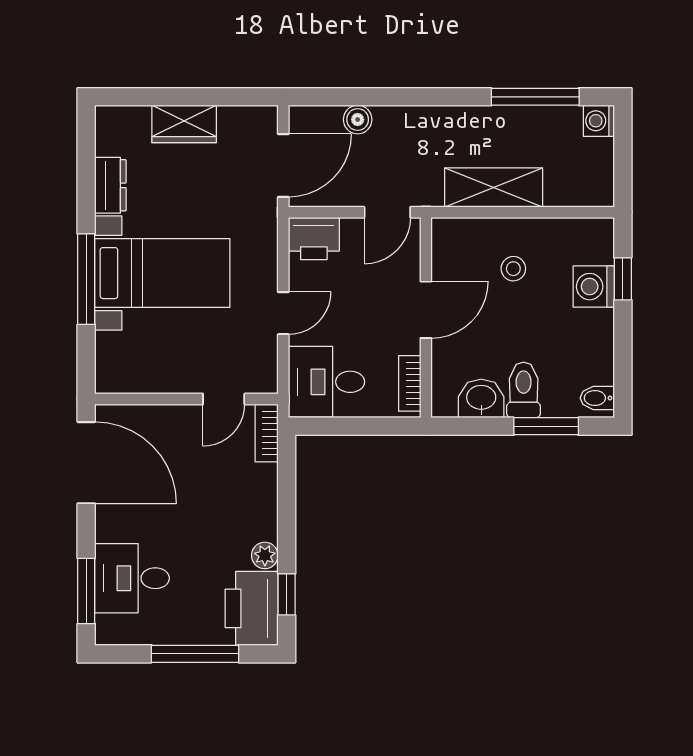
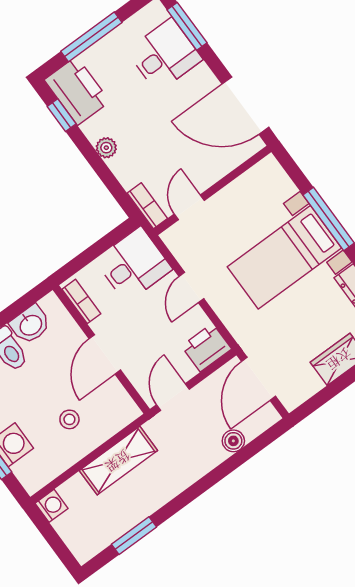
window: (535, 97) -> (134, 536), width x0.69
washing machine: (599, 121) -> (52, 506), moved
plant: (265, 555) -> (106, 148), moved

